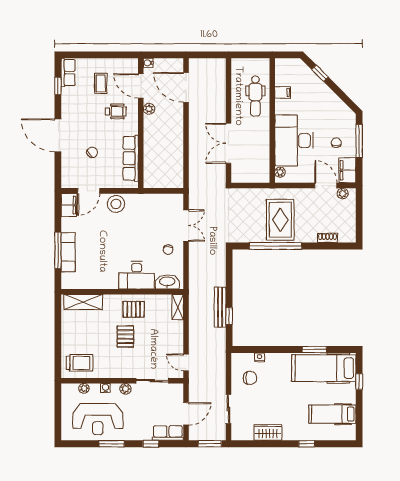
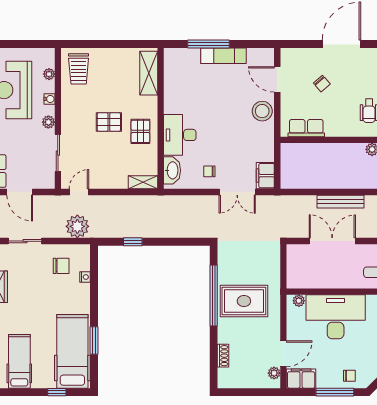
chair: (336, 143) -> (349, 376), moved
row of seats: (131, 158) -> (306, 128), width x0.68
filing cabinet: (69, 205) -> (265, 176), moved, turned 90
exam couch: (68, 252) -> (224, 56), moved
bench: (220, 307) -> (341, 202), moved
plant: (216, 364) -> (77, 226), added
chair: (250, 378) -> (61, 266), turned -90

